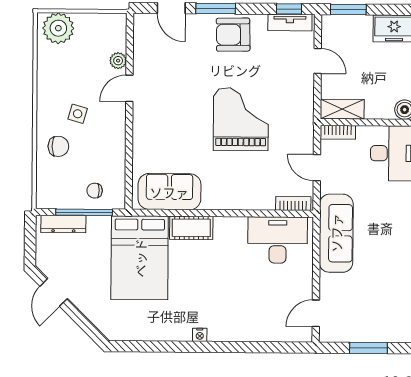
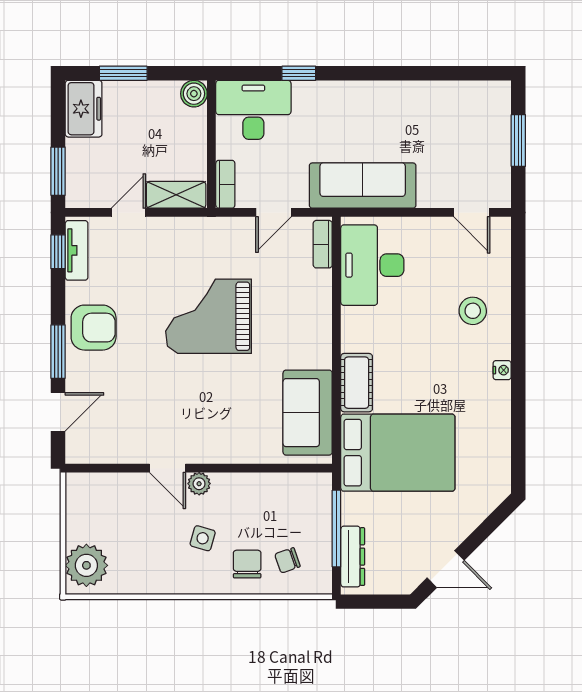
armchair: (233, 35) -> (94, 328), turned -89
plant: (118, 61) -> (199, 484), moved
shelving: (342, 109) -> (176, 195), moved, turned 90
chair: (95, 191) -> (287, 560), moved, turned 71
stool: (243, 314) -> (473, 311), added

